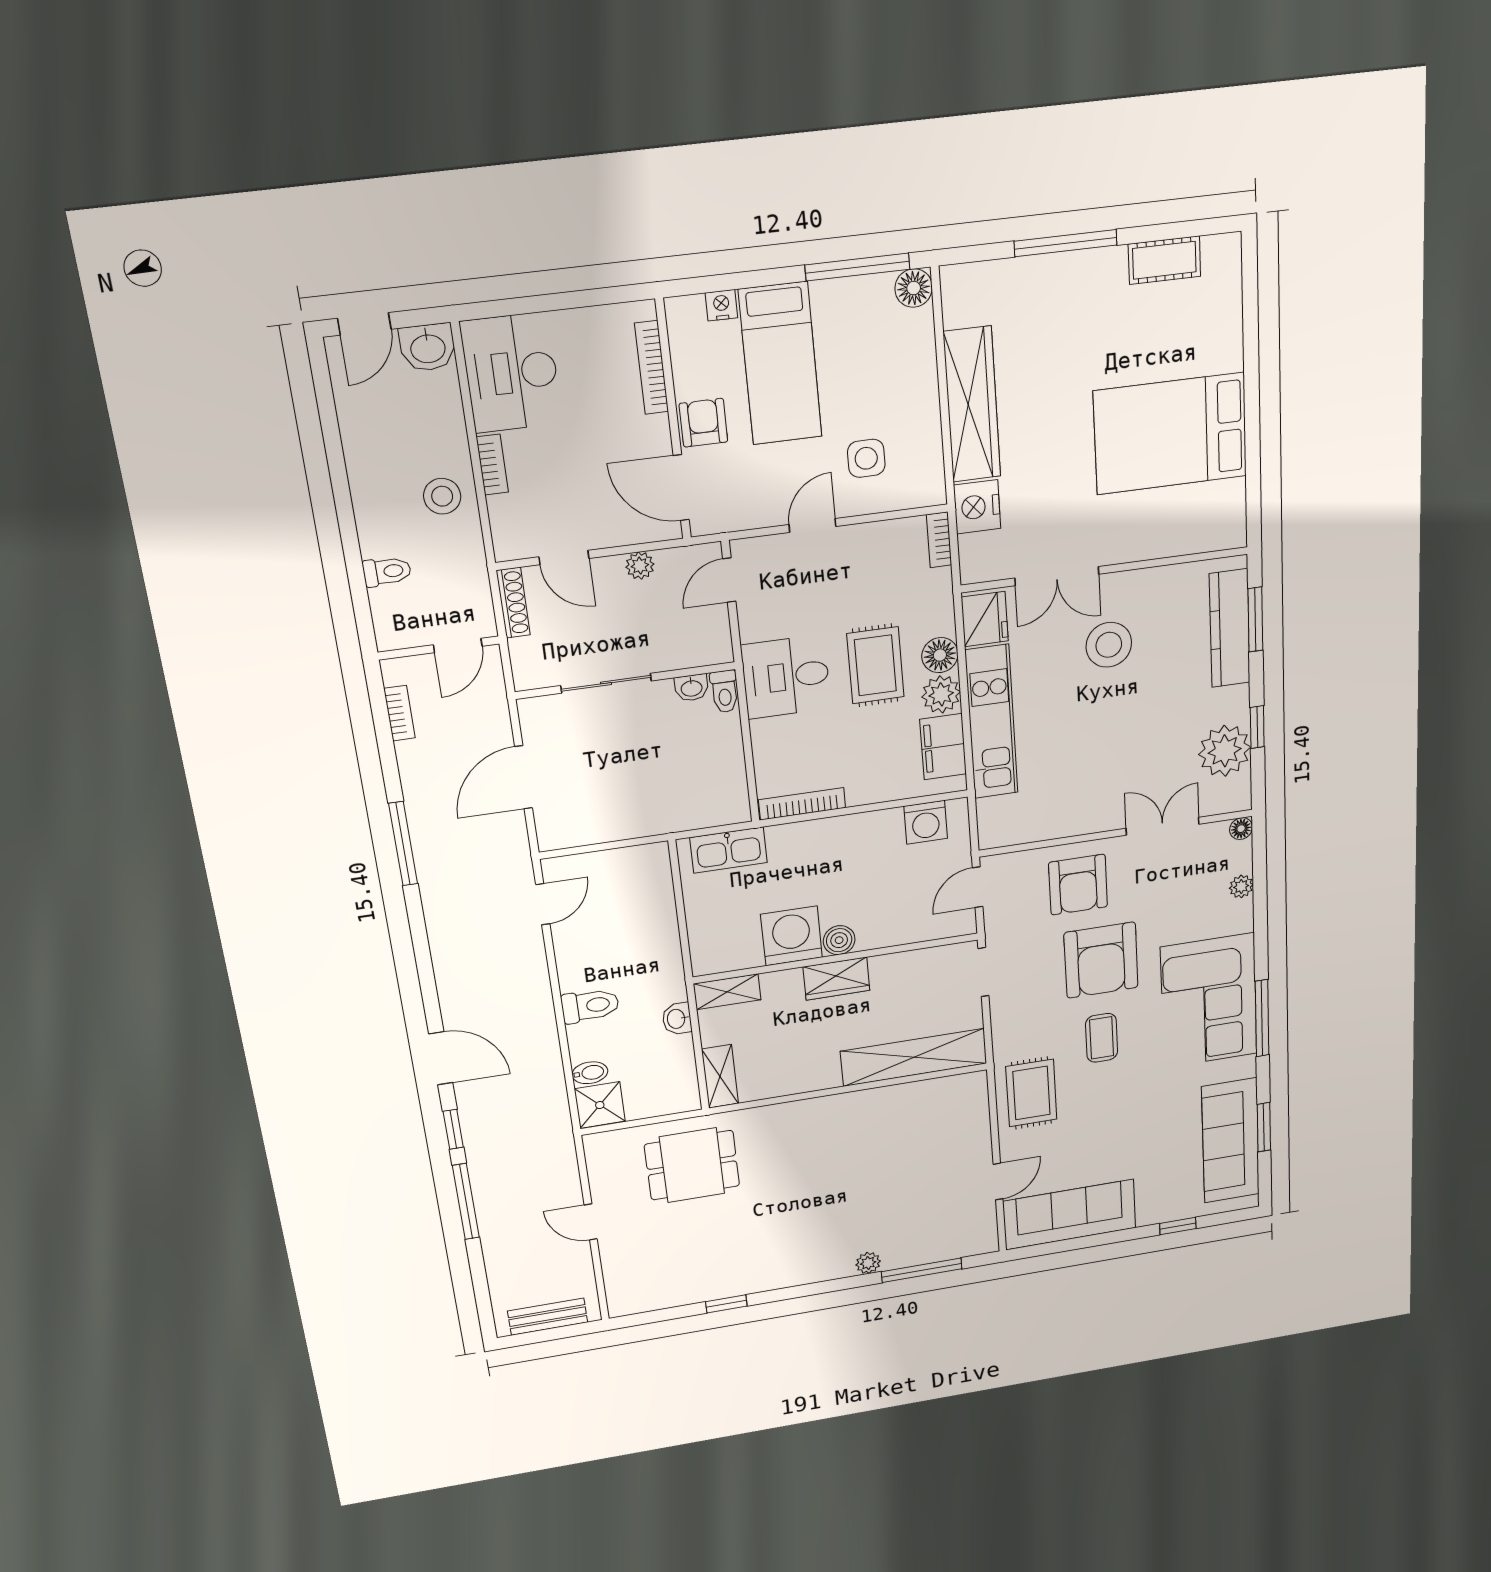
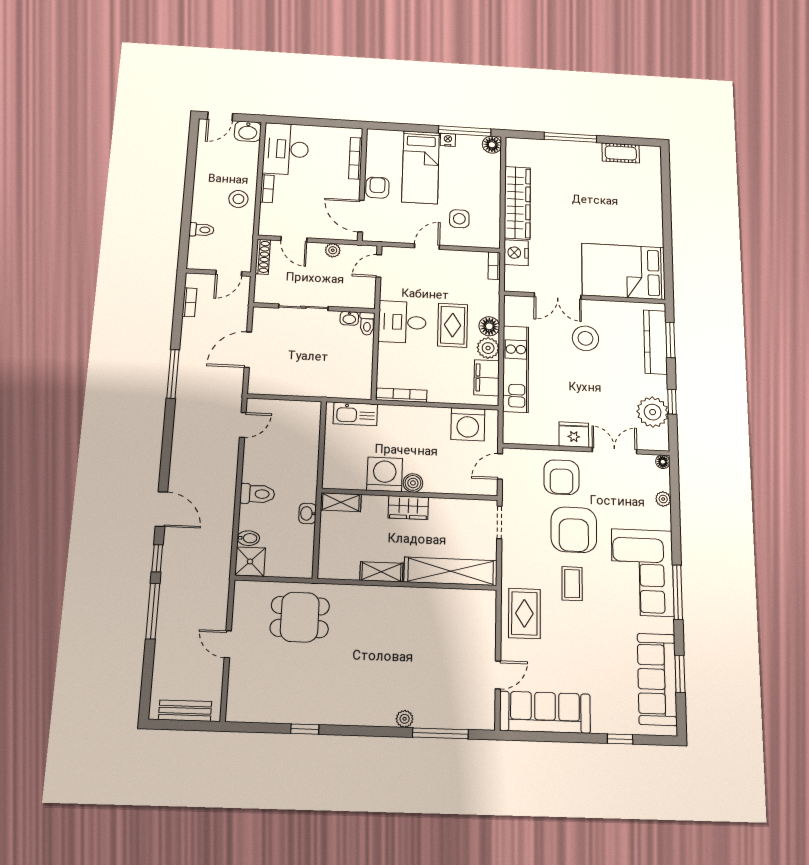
nightstand: (721, 305) -> (448, 140), moved
bed: (1170, 434) -> (623, 271), moved
fridge: (985, 619) -> (574, 435), moved, turned -90
washing machine: (926, 822) -> (468, 424), width x1.37, depth x1.37
shelving: (720, 1076) -> (381, 572), moved, turned 90

